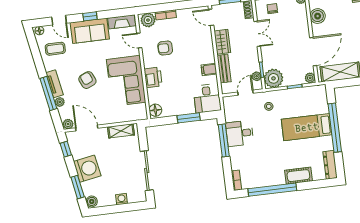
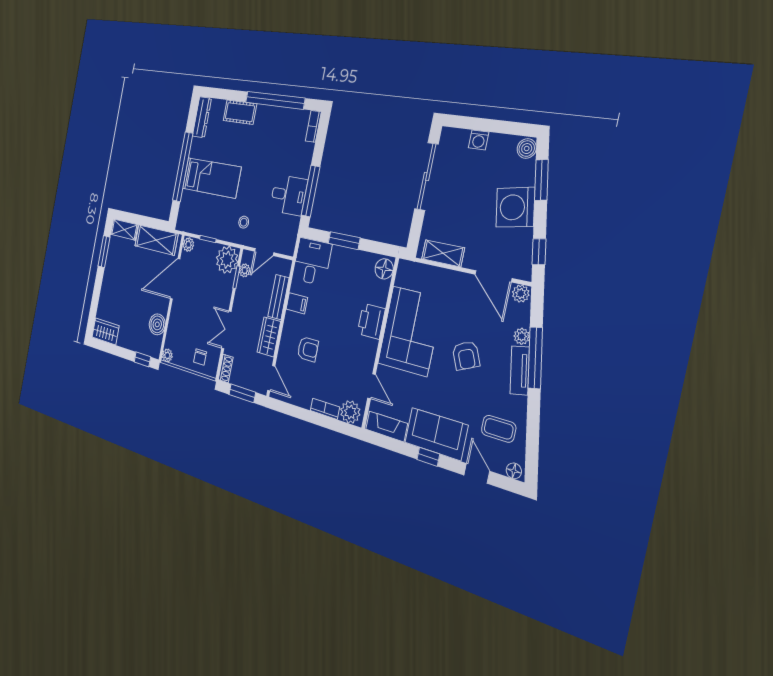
armchair: (165, 48) -> (308, 349), moved

